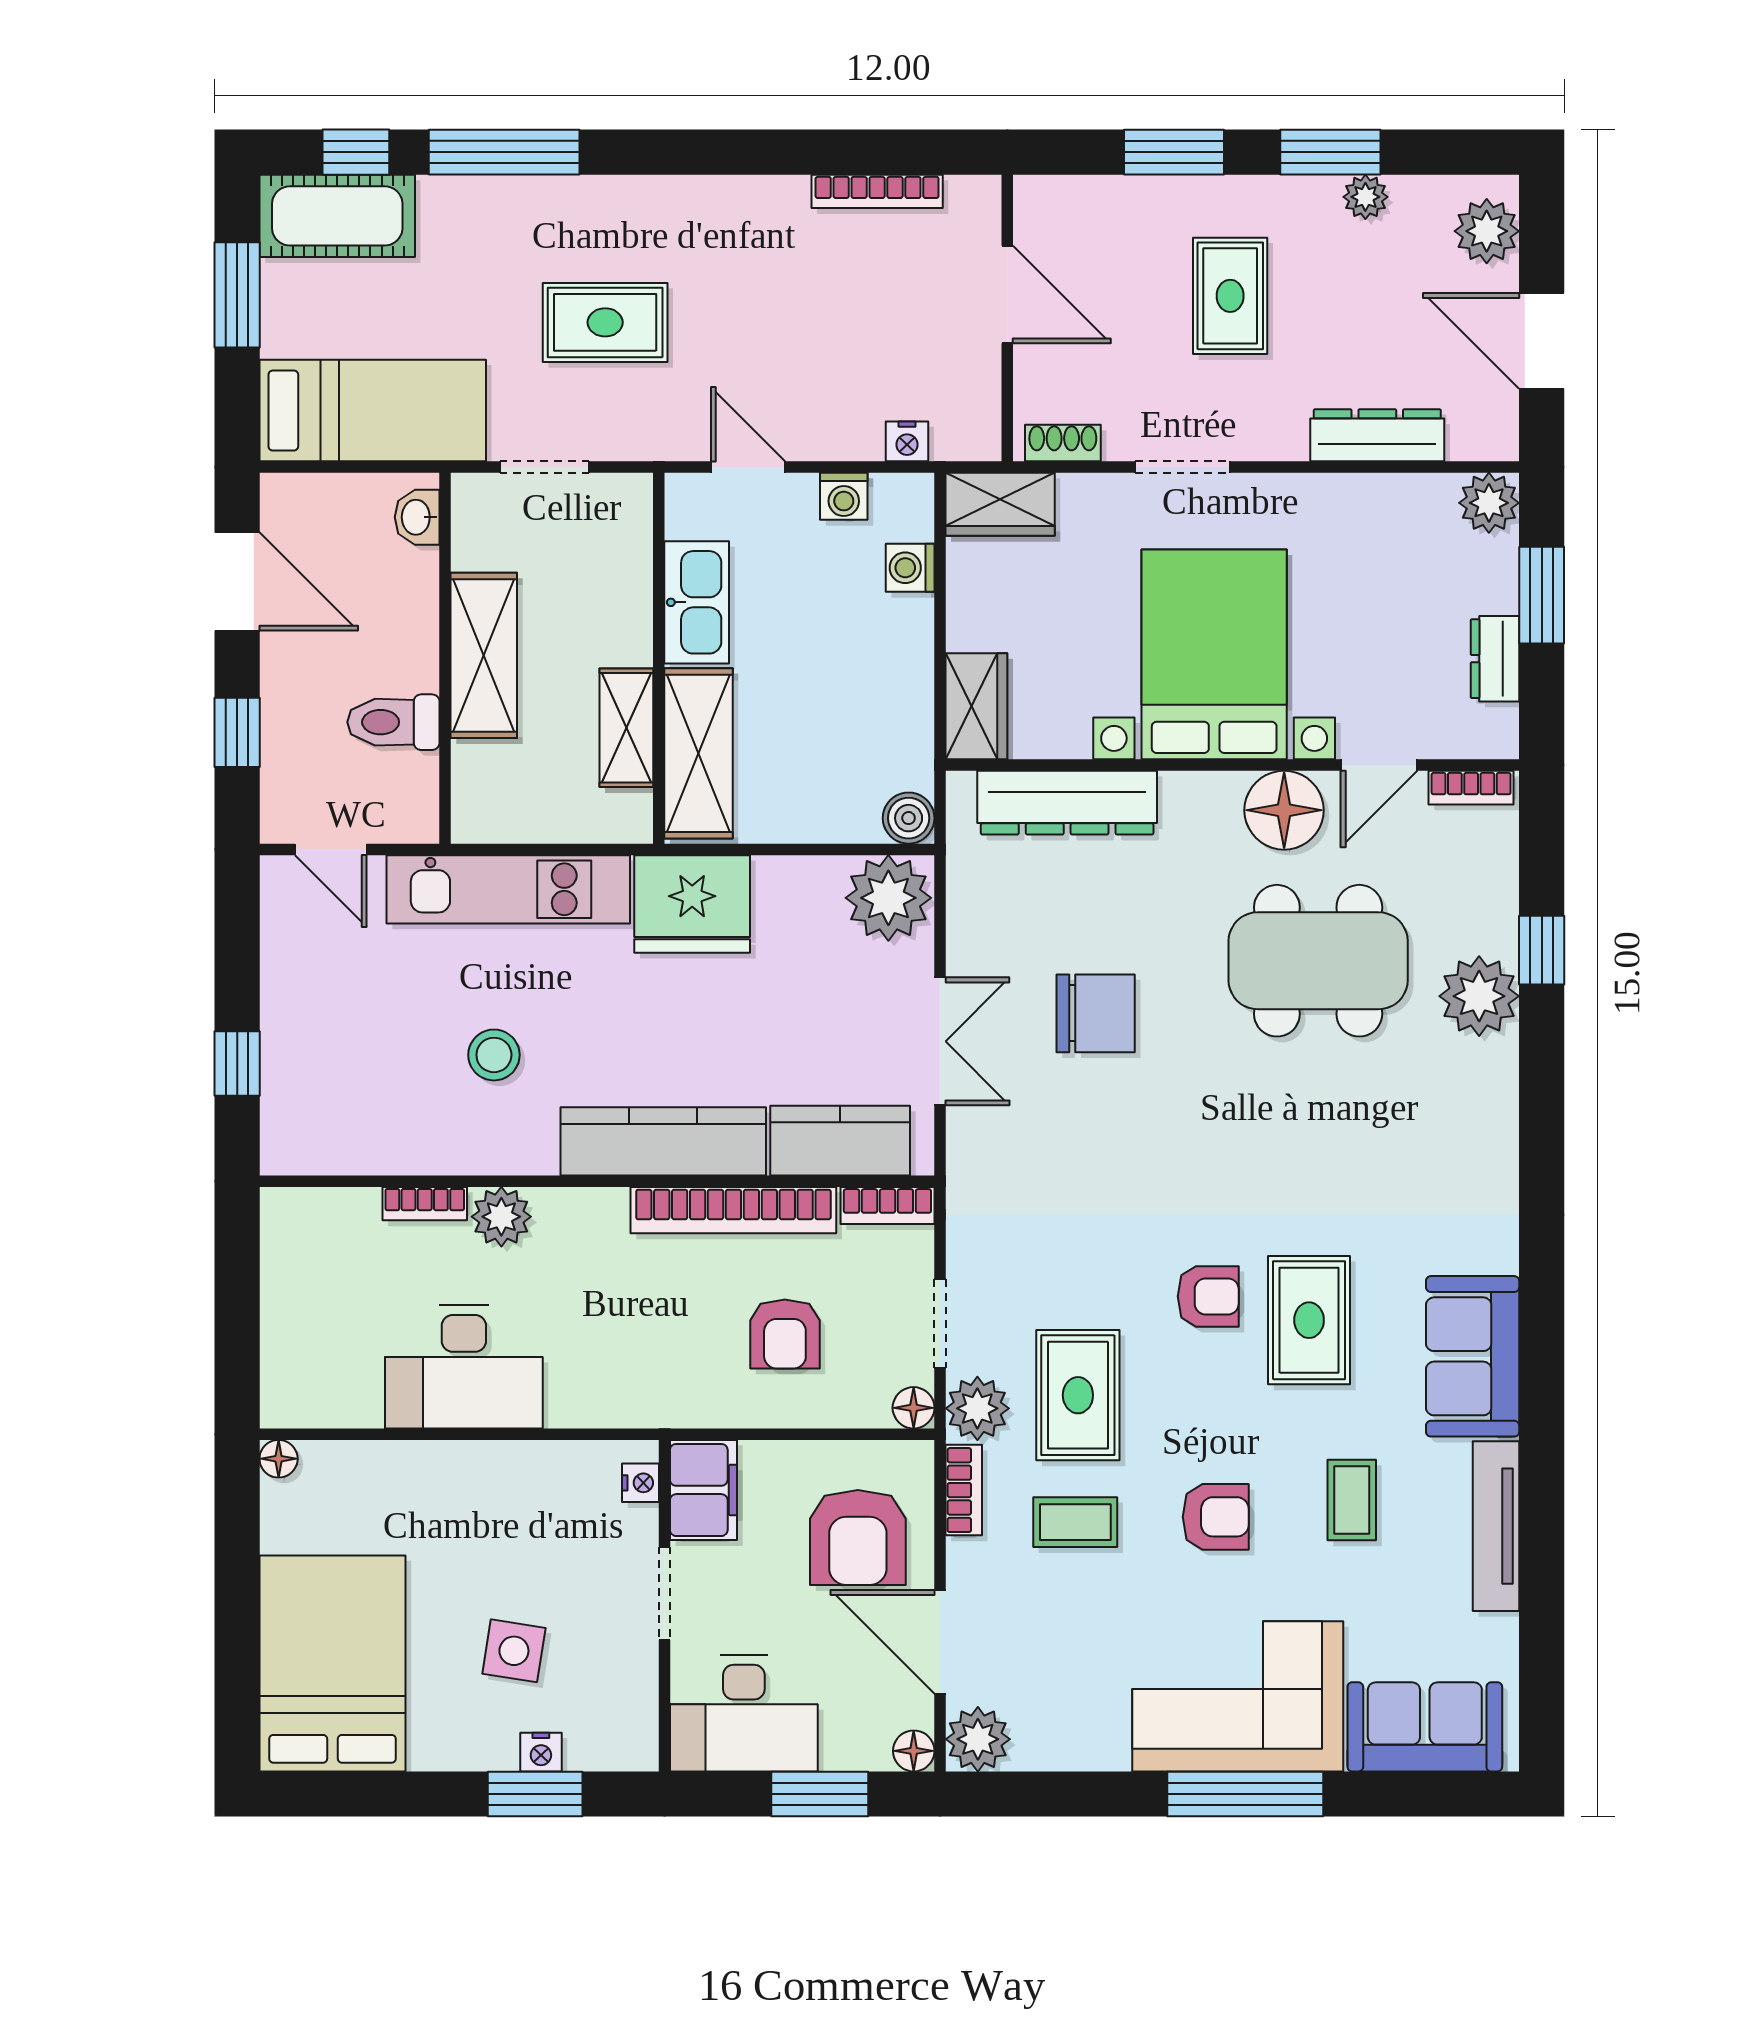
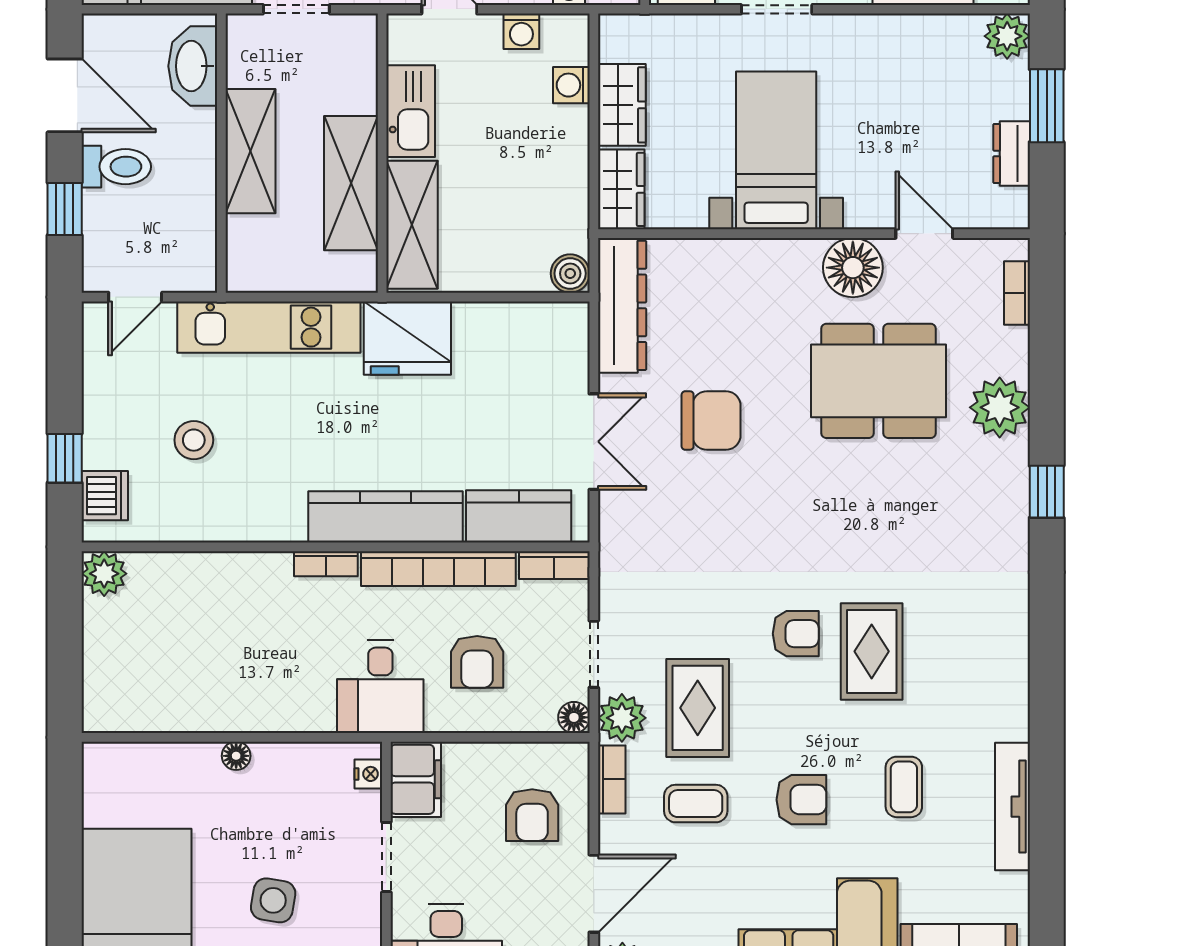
wardrobe: (1000, 504) -> (622, 105), moved, turned -90
washbasin: (417, 517) -> (193, 66), width x1.91, depth x1.45
bed with nightstands: (1214, 654) -> (776, 150), width x0.73
toilet: (393, 722) -> (116, 167), moved, turned 180
shelving: (626, 728) -> (351, 183), width x1.50, depth x1.33
door: (1379, 765) -> (924, 234), swing flipped
bookcase: (1471, 788) -> (1017, 293), moved, turned 90
dresser: (1067, 803) -> (622, 305), moved, turned -90
door: (331, 849) -> (135, 297), hinge flipped
plant: (888, 898) -> (555, 334), removed
window: (1542, 950) -> (1047, 492), moved
stool: (494, 1055) -> (194, 440), moved
dishwasher: (290, 1113) -> (105, 496), added
bookcase: (425, 1204) -> (326, 564), moved
plant: (501, 1217) -> (104, 574), moved
sofa: (1473, 1356) -> (995, 679), removed
desk: (464, 1367) -> (380, 687), moved, width x0.73
floor lamp: (279, 1459) -> (236, 756), moved
armchair: (858, 1538) -> (532, 815), width x0.72, depth x0.72
door: (940, 1642) -> (594, 894), swing flipped

